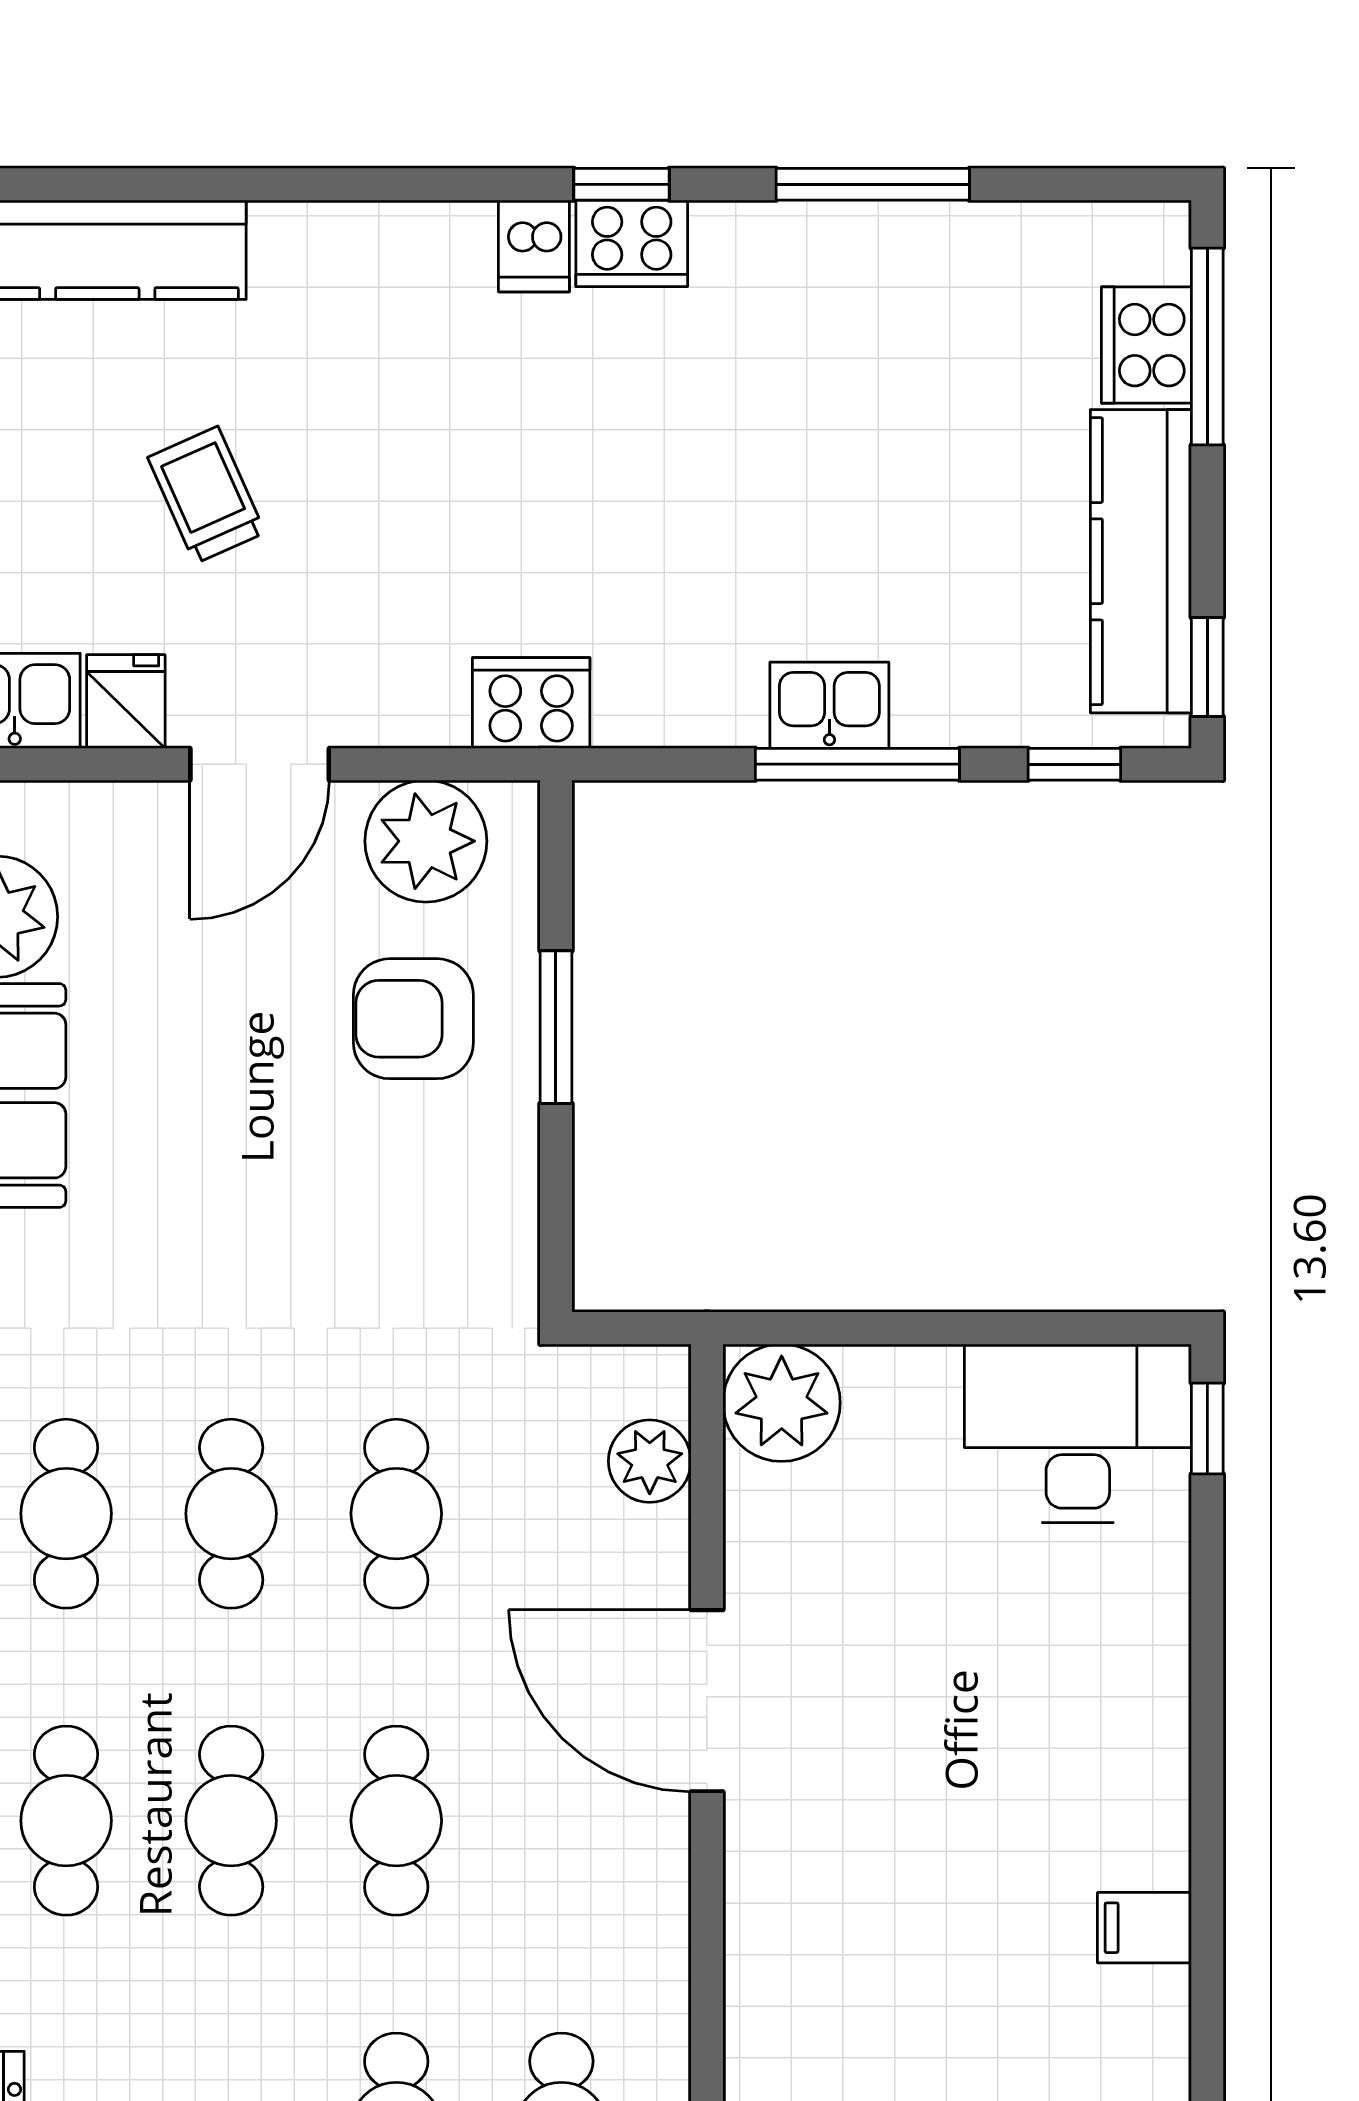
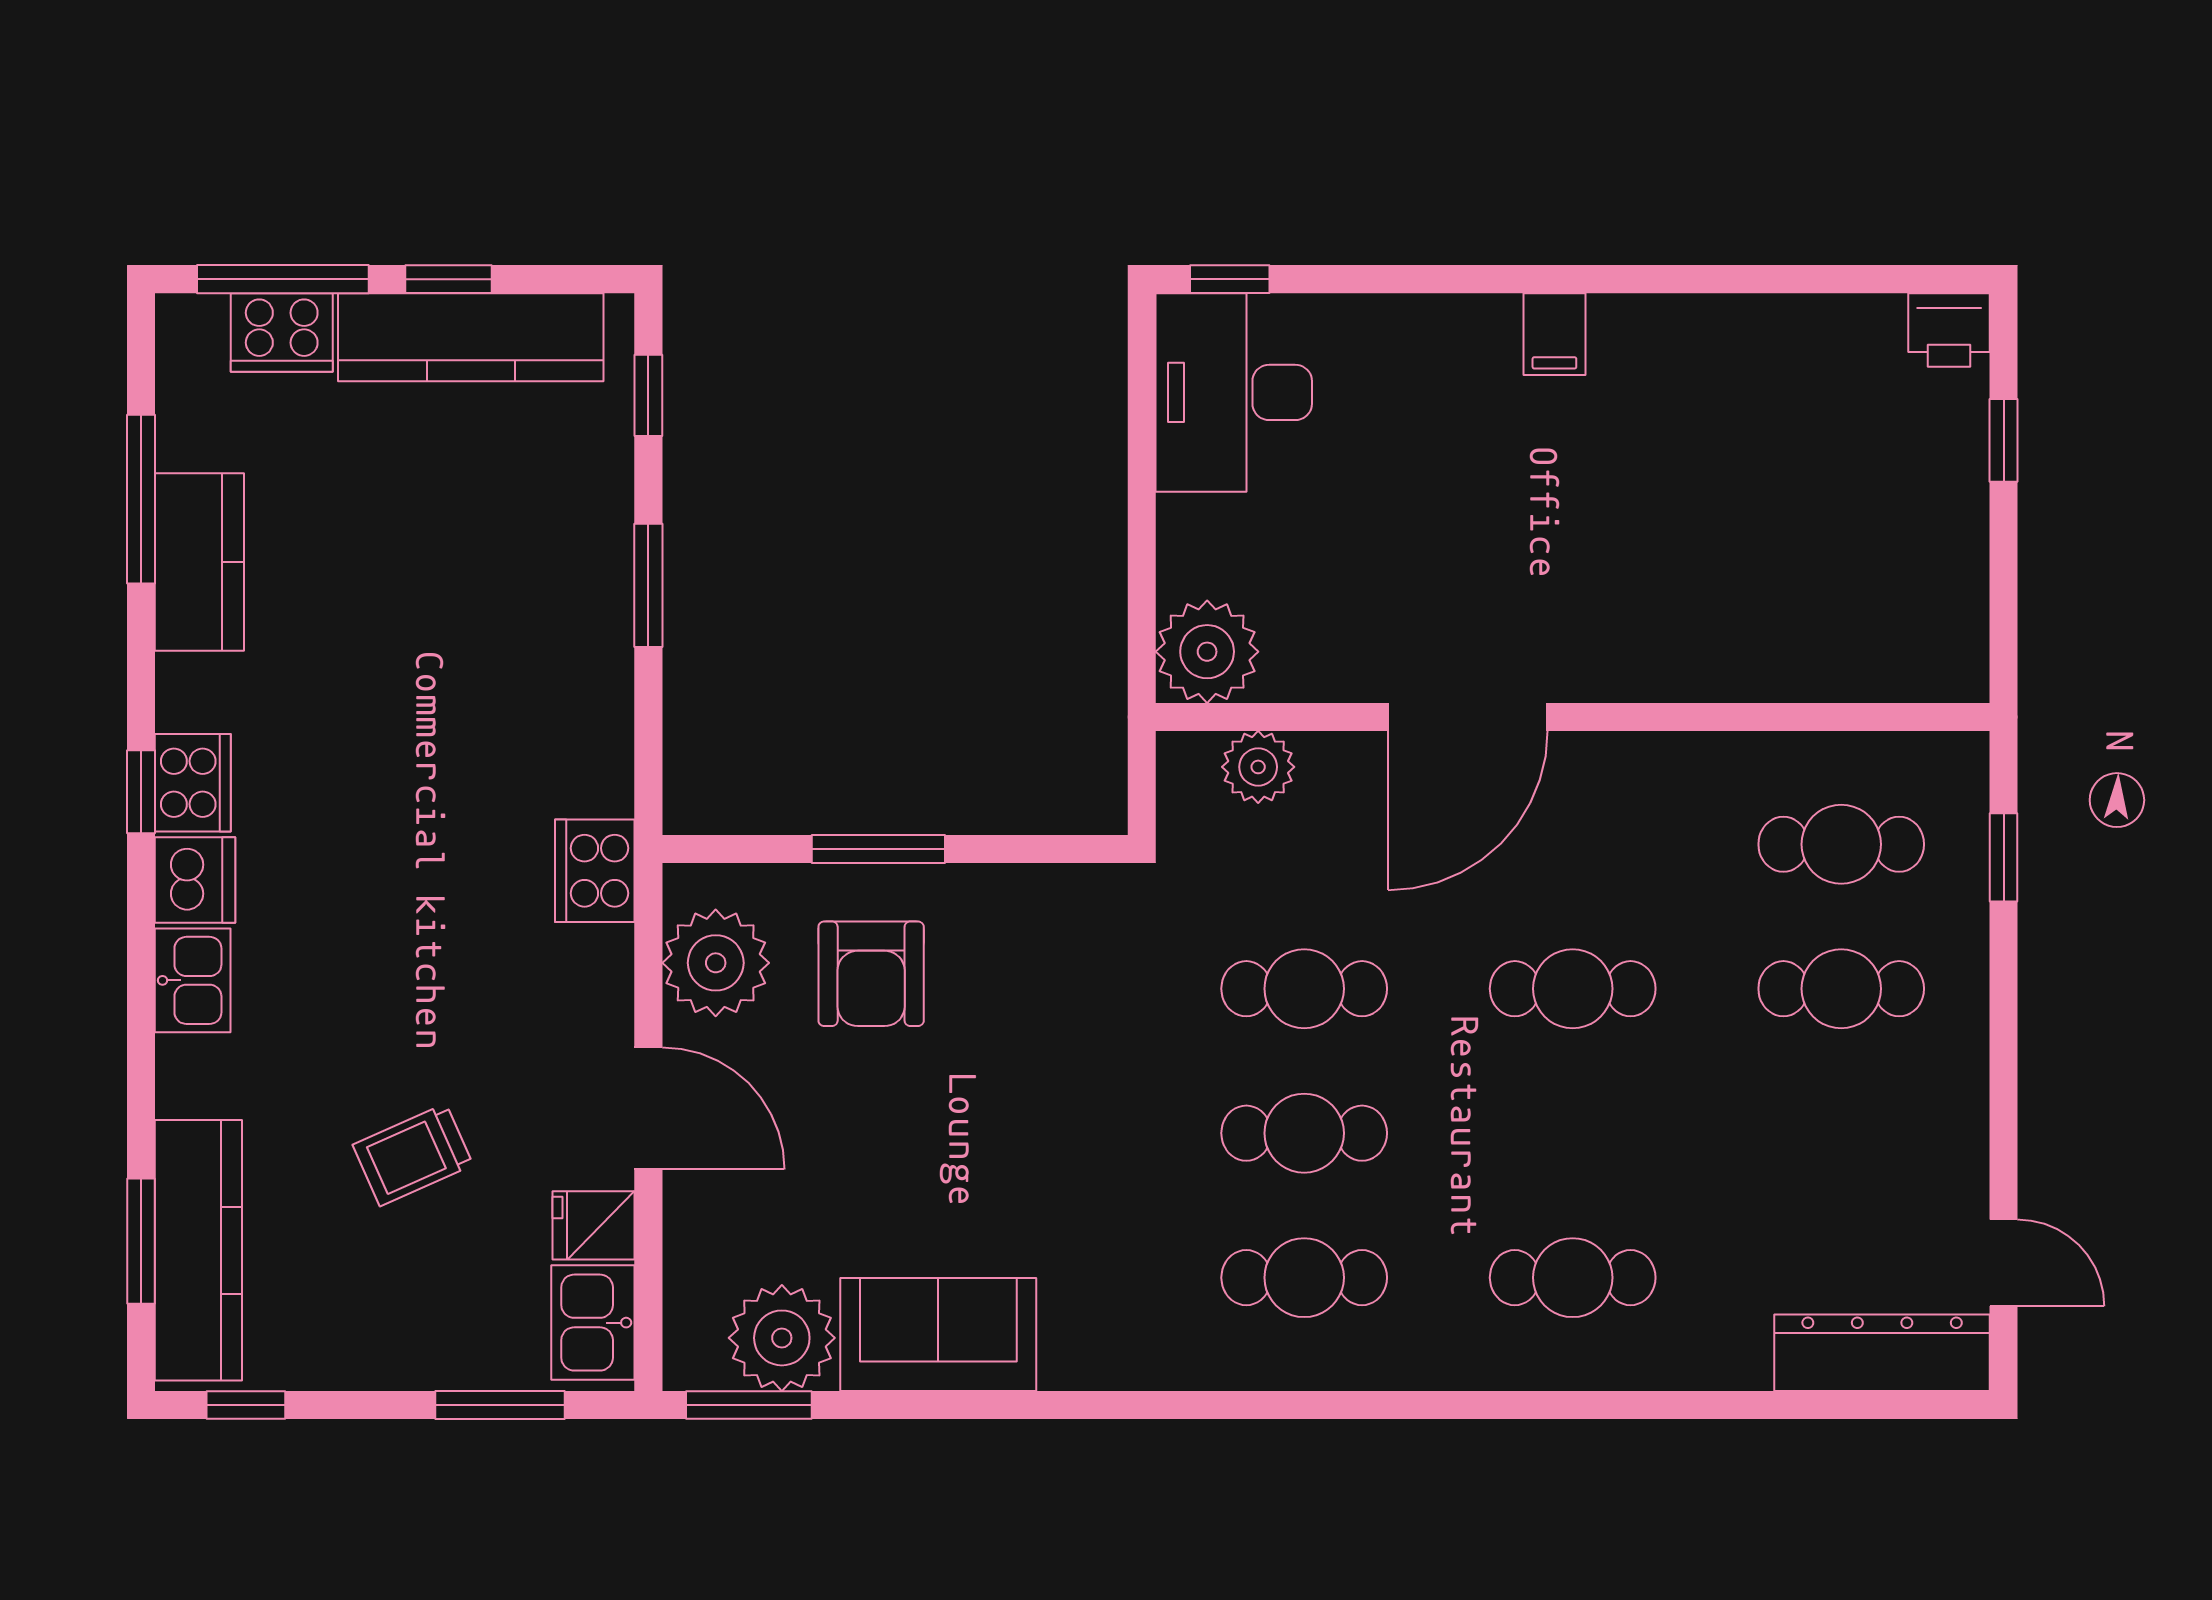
window: (108, 184) -> (141, 1241), added
window: (873, 184) -> (141, 499), moved
dishwasher: (534, 246) -> (195, 880), width x1.38
kitchen counter: (884, 251) -> (199, 562), added
window: (1207, 667) -> (448, 279), moved
kitchen sink: (829, 705) -> (193, 980), moved, turned 180
window: (857, 764) -> (648, 585), width x0.69
cafe table: (231, 1821) -> (1573, 1133), removed
filing cabinet: (1144, 1928) -> (1554, 334), moved

